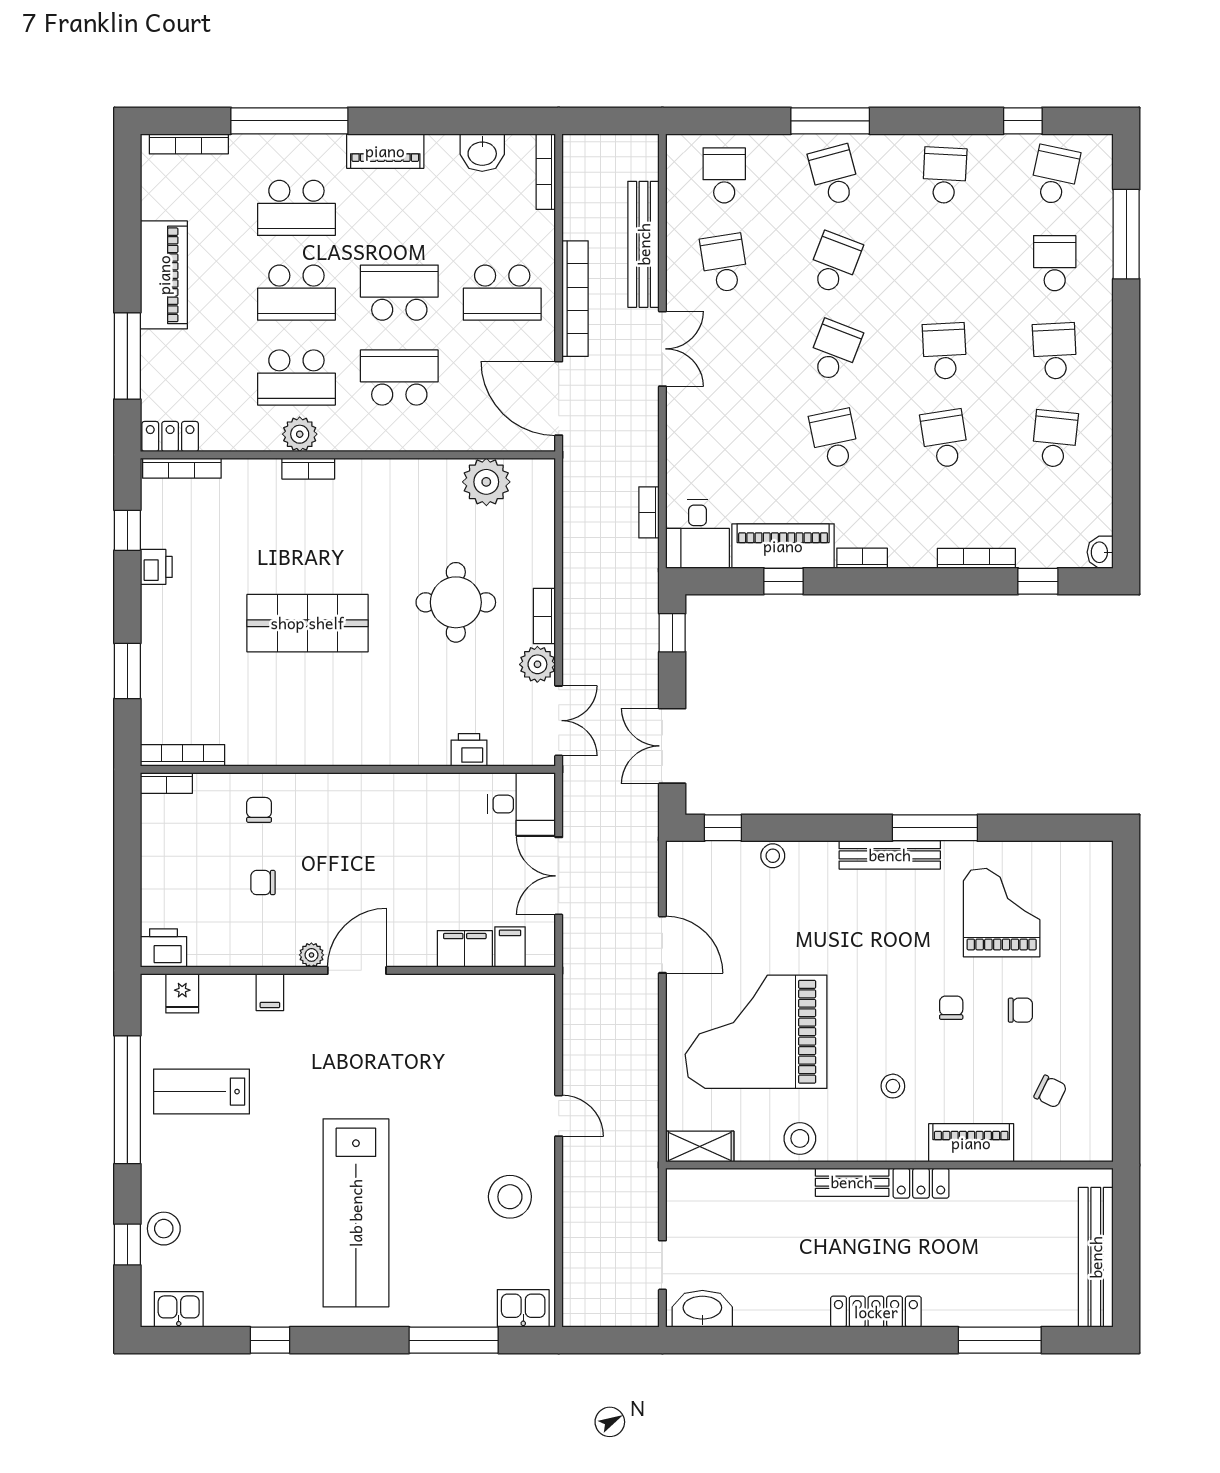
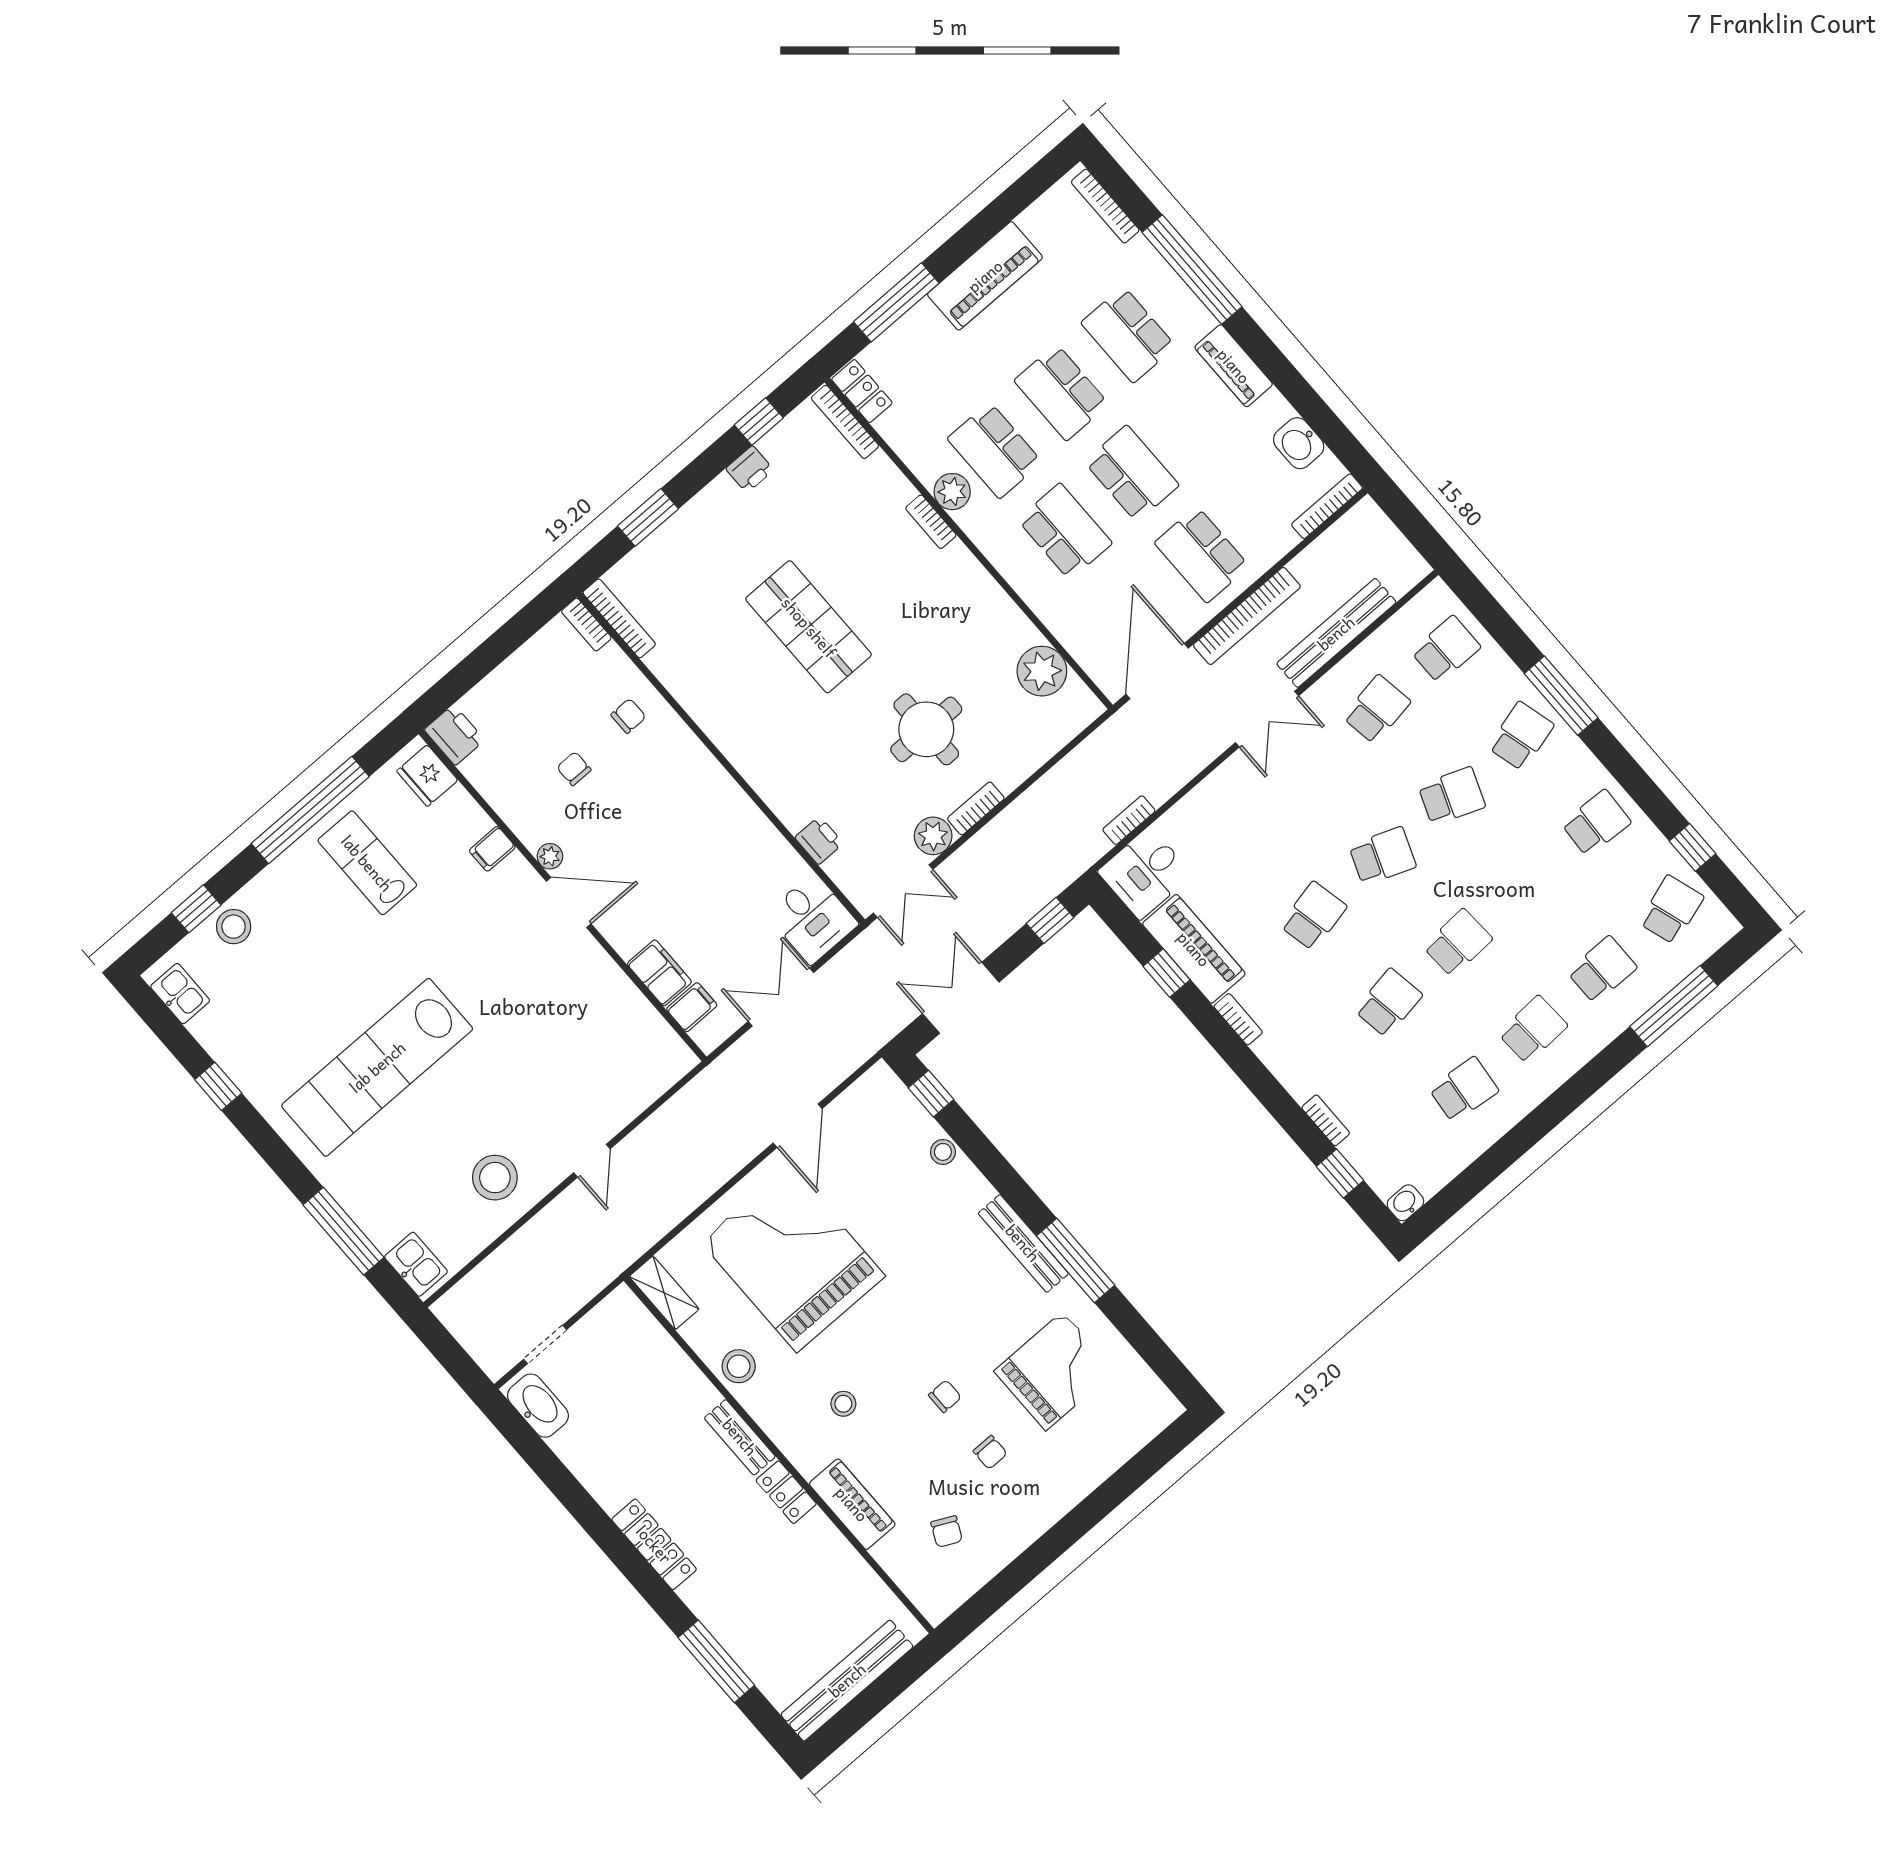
school desk: (1055, 175) -> (1671, 910), turned -30
bookcase: (976, 558) -> (1326, 1120), width x0.64
fridge: (182, 993) -> (427, 776), width x1.38

